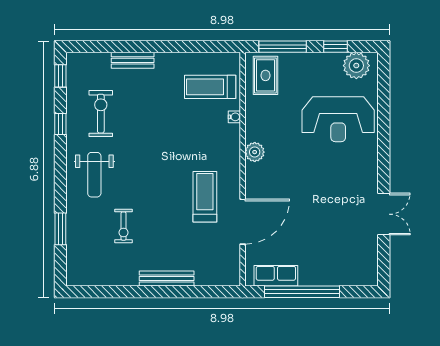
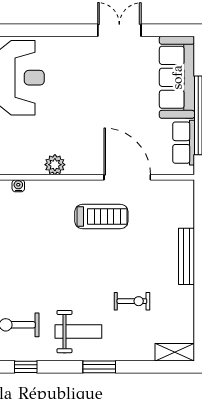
treadmill: (205, 197) -> (101, 217), turned 180
window: (60, 229) -> (99, 367), moved
shelving: (75, 267) -> (175, 352), added
sofa: (339, 269) -> (177, 77), added

